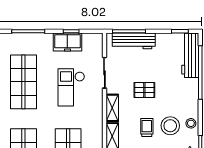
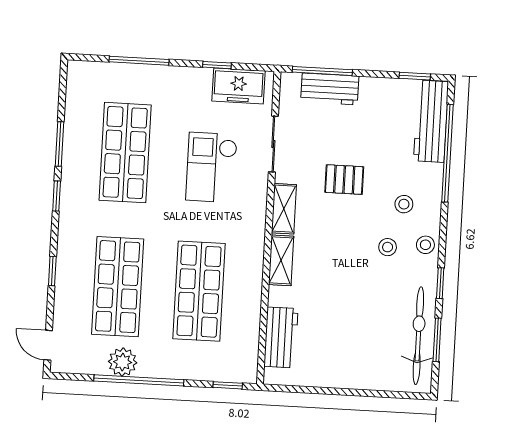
workbench: (134, 41) -> (330, 89), width x0.73
freezer: (67, 42) -> (239, 86), moved
stool: (178, 102) -> (404, 204), added
stool: (170, 126) -> (388, 247), width x0.53, depth x0.53
trolley: (147, 127) -> (345, 248), removed

